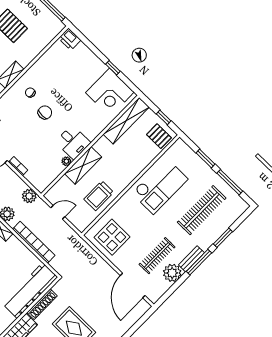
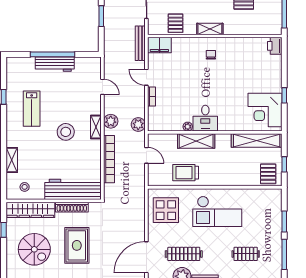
chair: (45, 112) -> (207, 78), removed
checkout: (160, 186) -> (217, 211), moved
clothes rail: (202, 210) -> (246, 254), width x0.54, depth x0.76

